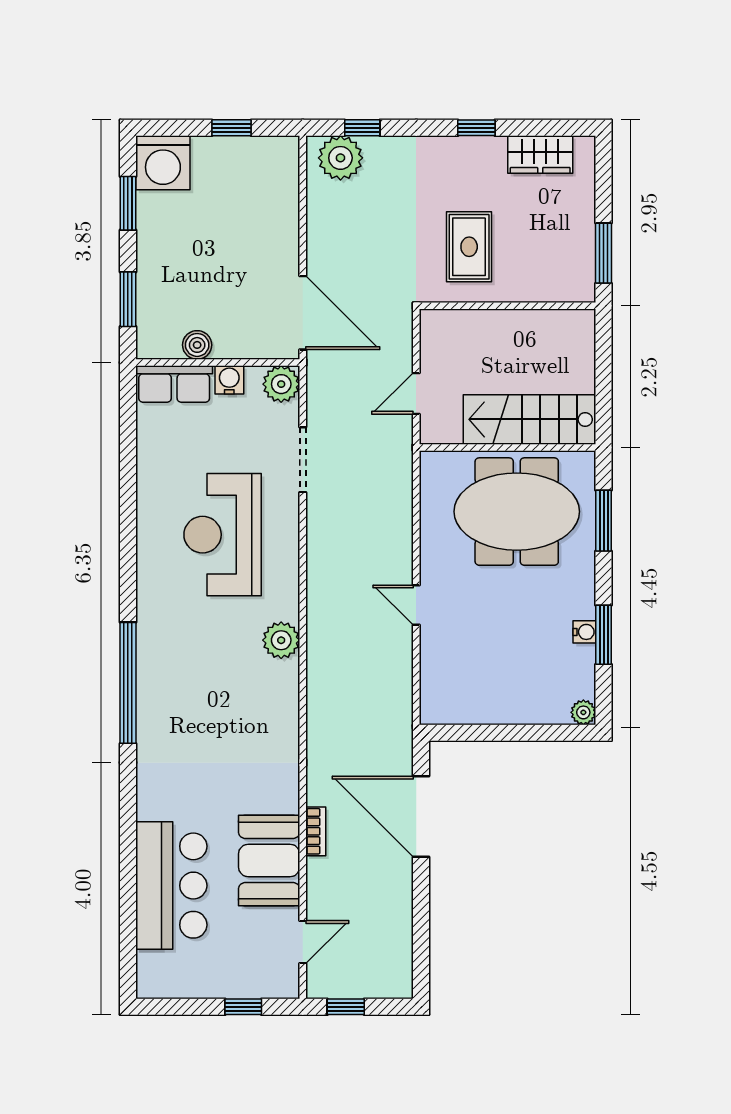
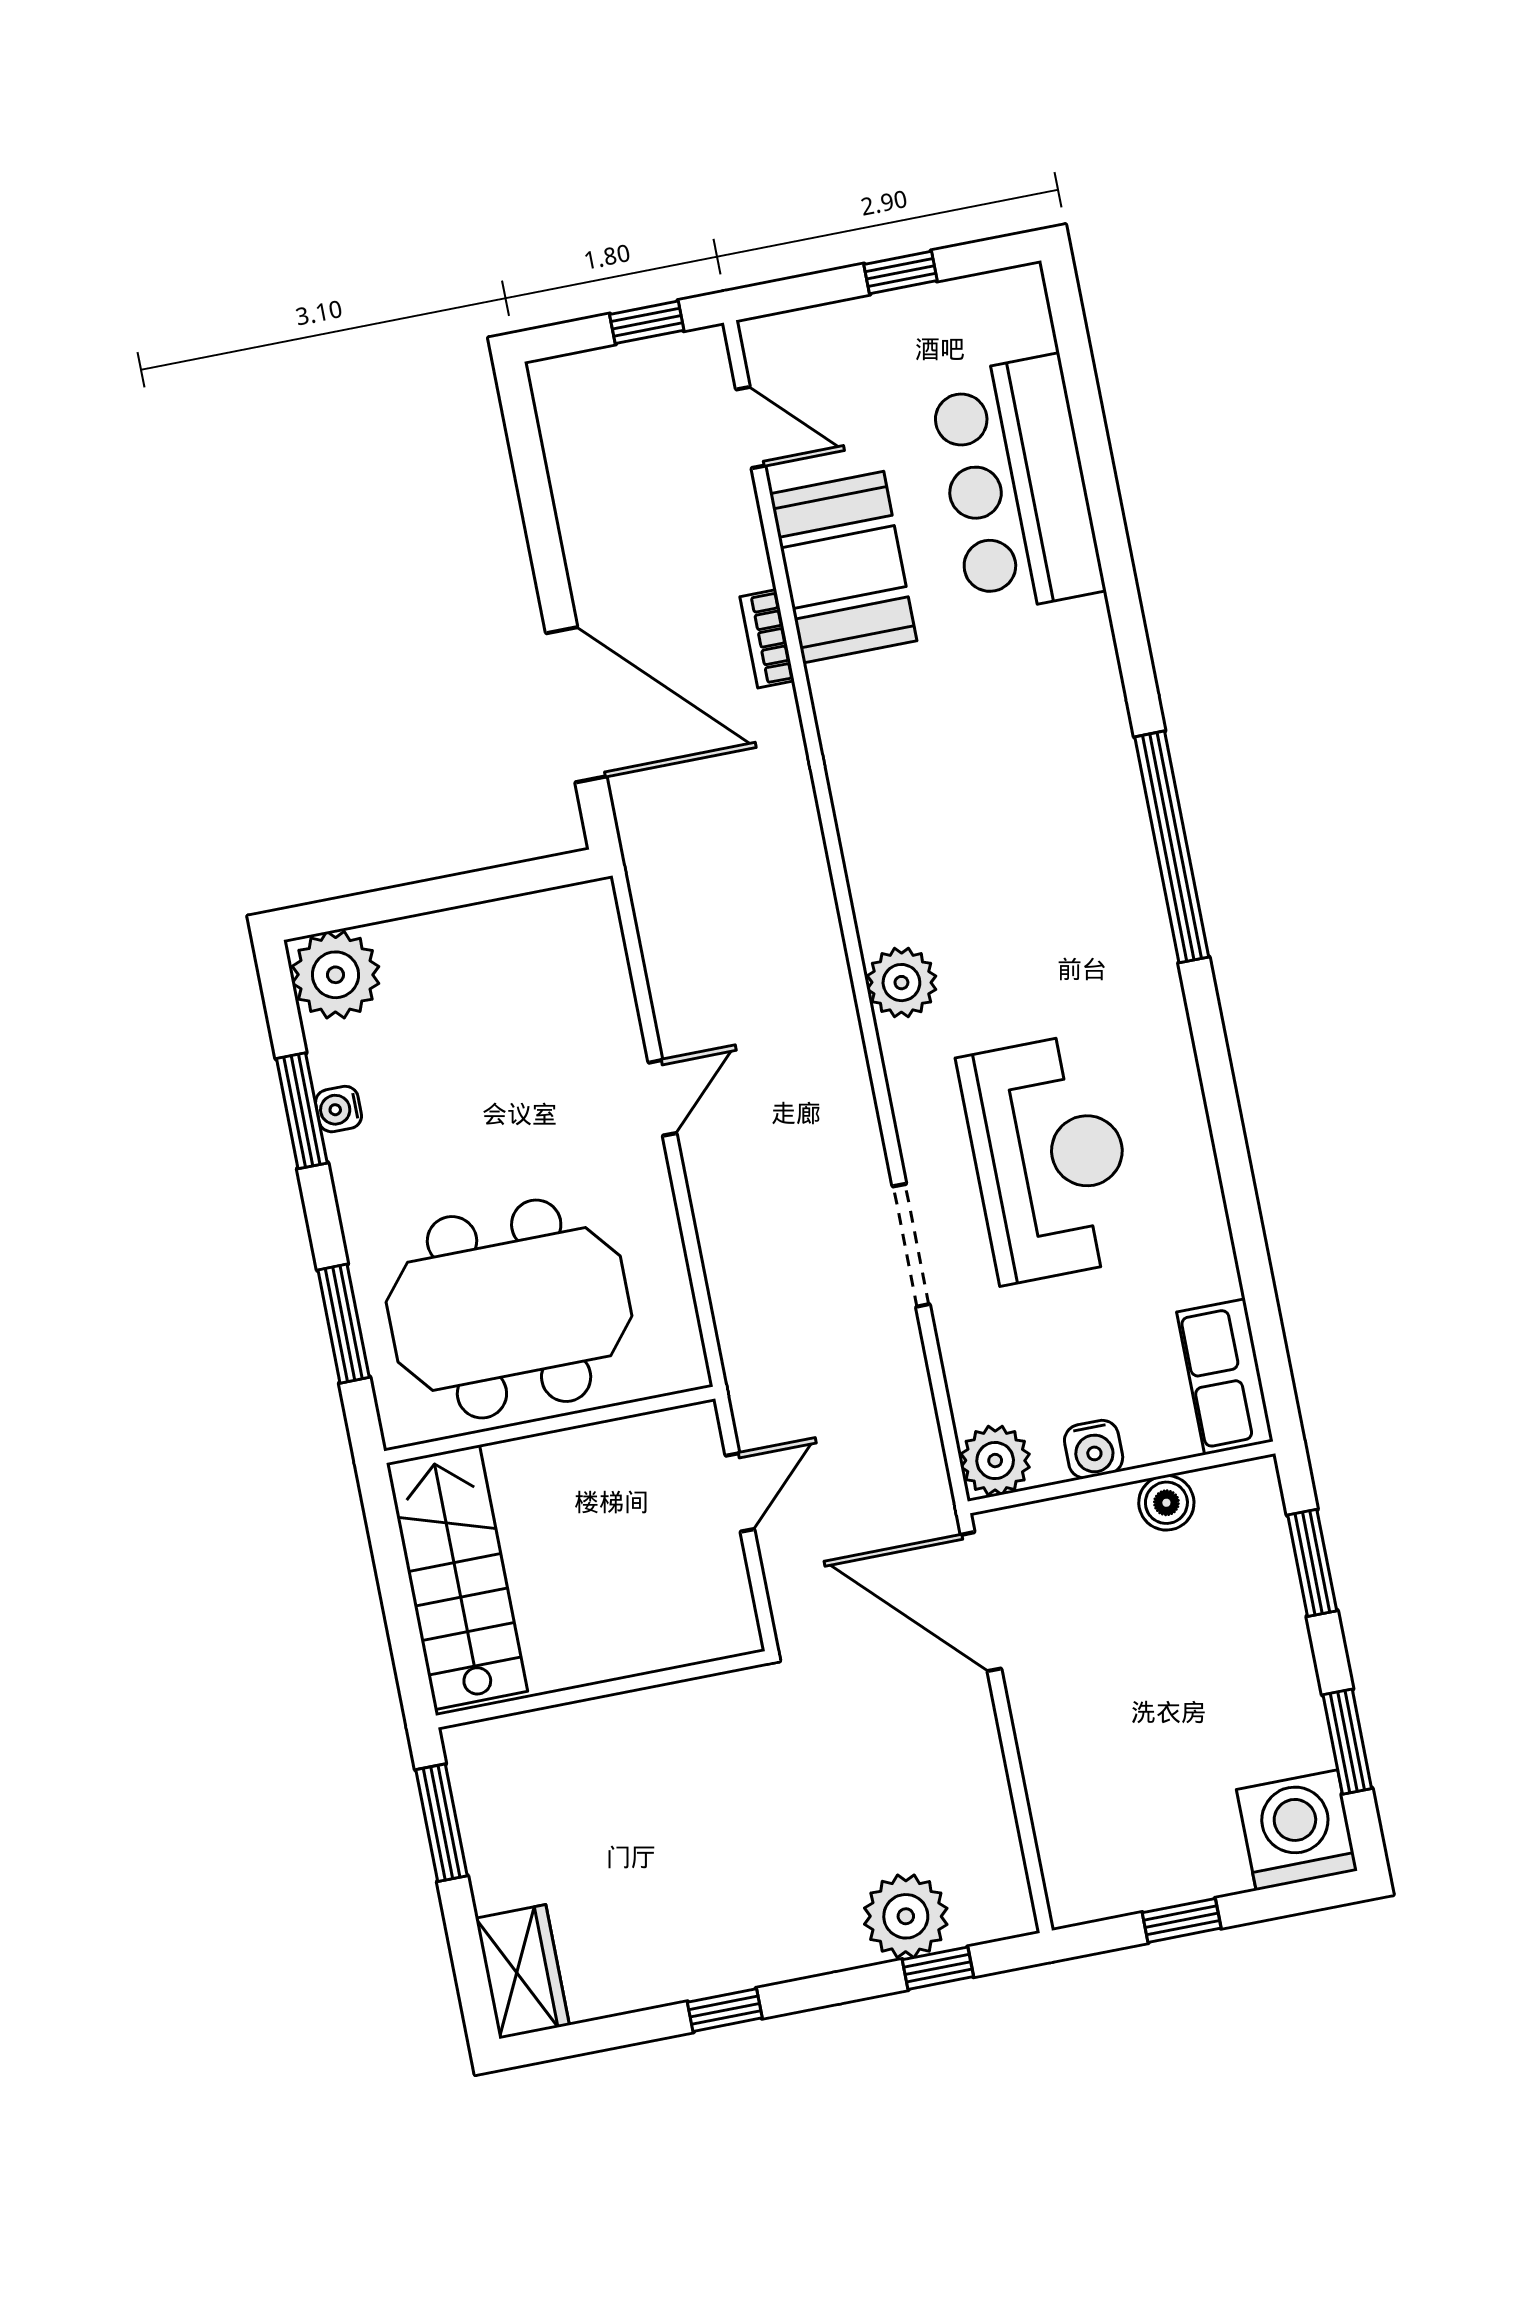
wardrobe: (540, 155) -> (522, 1972), moved, turned 90
plant: (340, 158) -> (906, 1916), moved
rug: (469, 247) -> (695, 1786), removed
row of seats: (174, 384) -> (1225, 1377), moved, turned -90
stairs: (530, 419) -> (457, 1577), moved, turned -90
doorway: (303, 460) -> (911, 1245), moved
door: (416, 605) -> (662, 1098), hinge flipped
plant: (583, 712) -> (335, 975), width x1.88, depth x1.88
door: (303, 942) -> (751, 427), swing flipped
window: (243, 1007) -> (901, 273), moved

